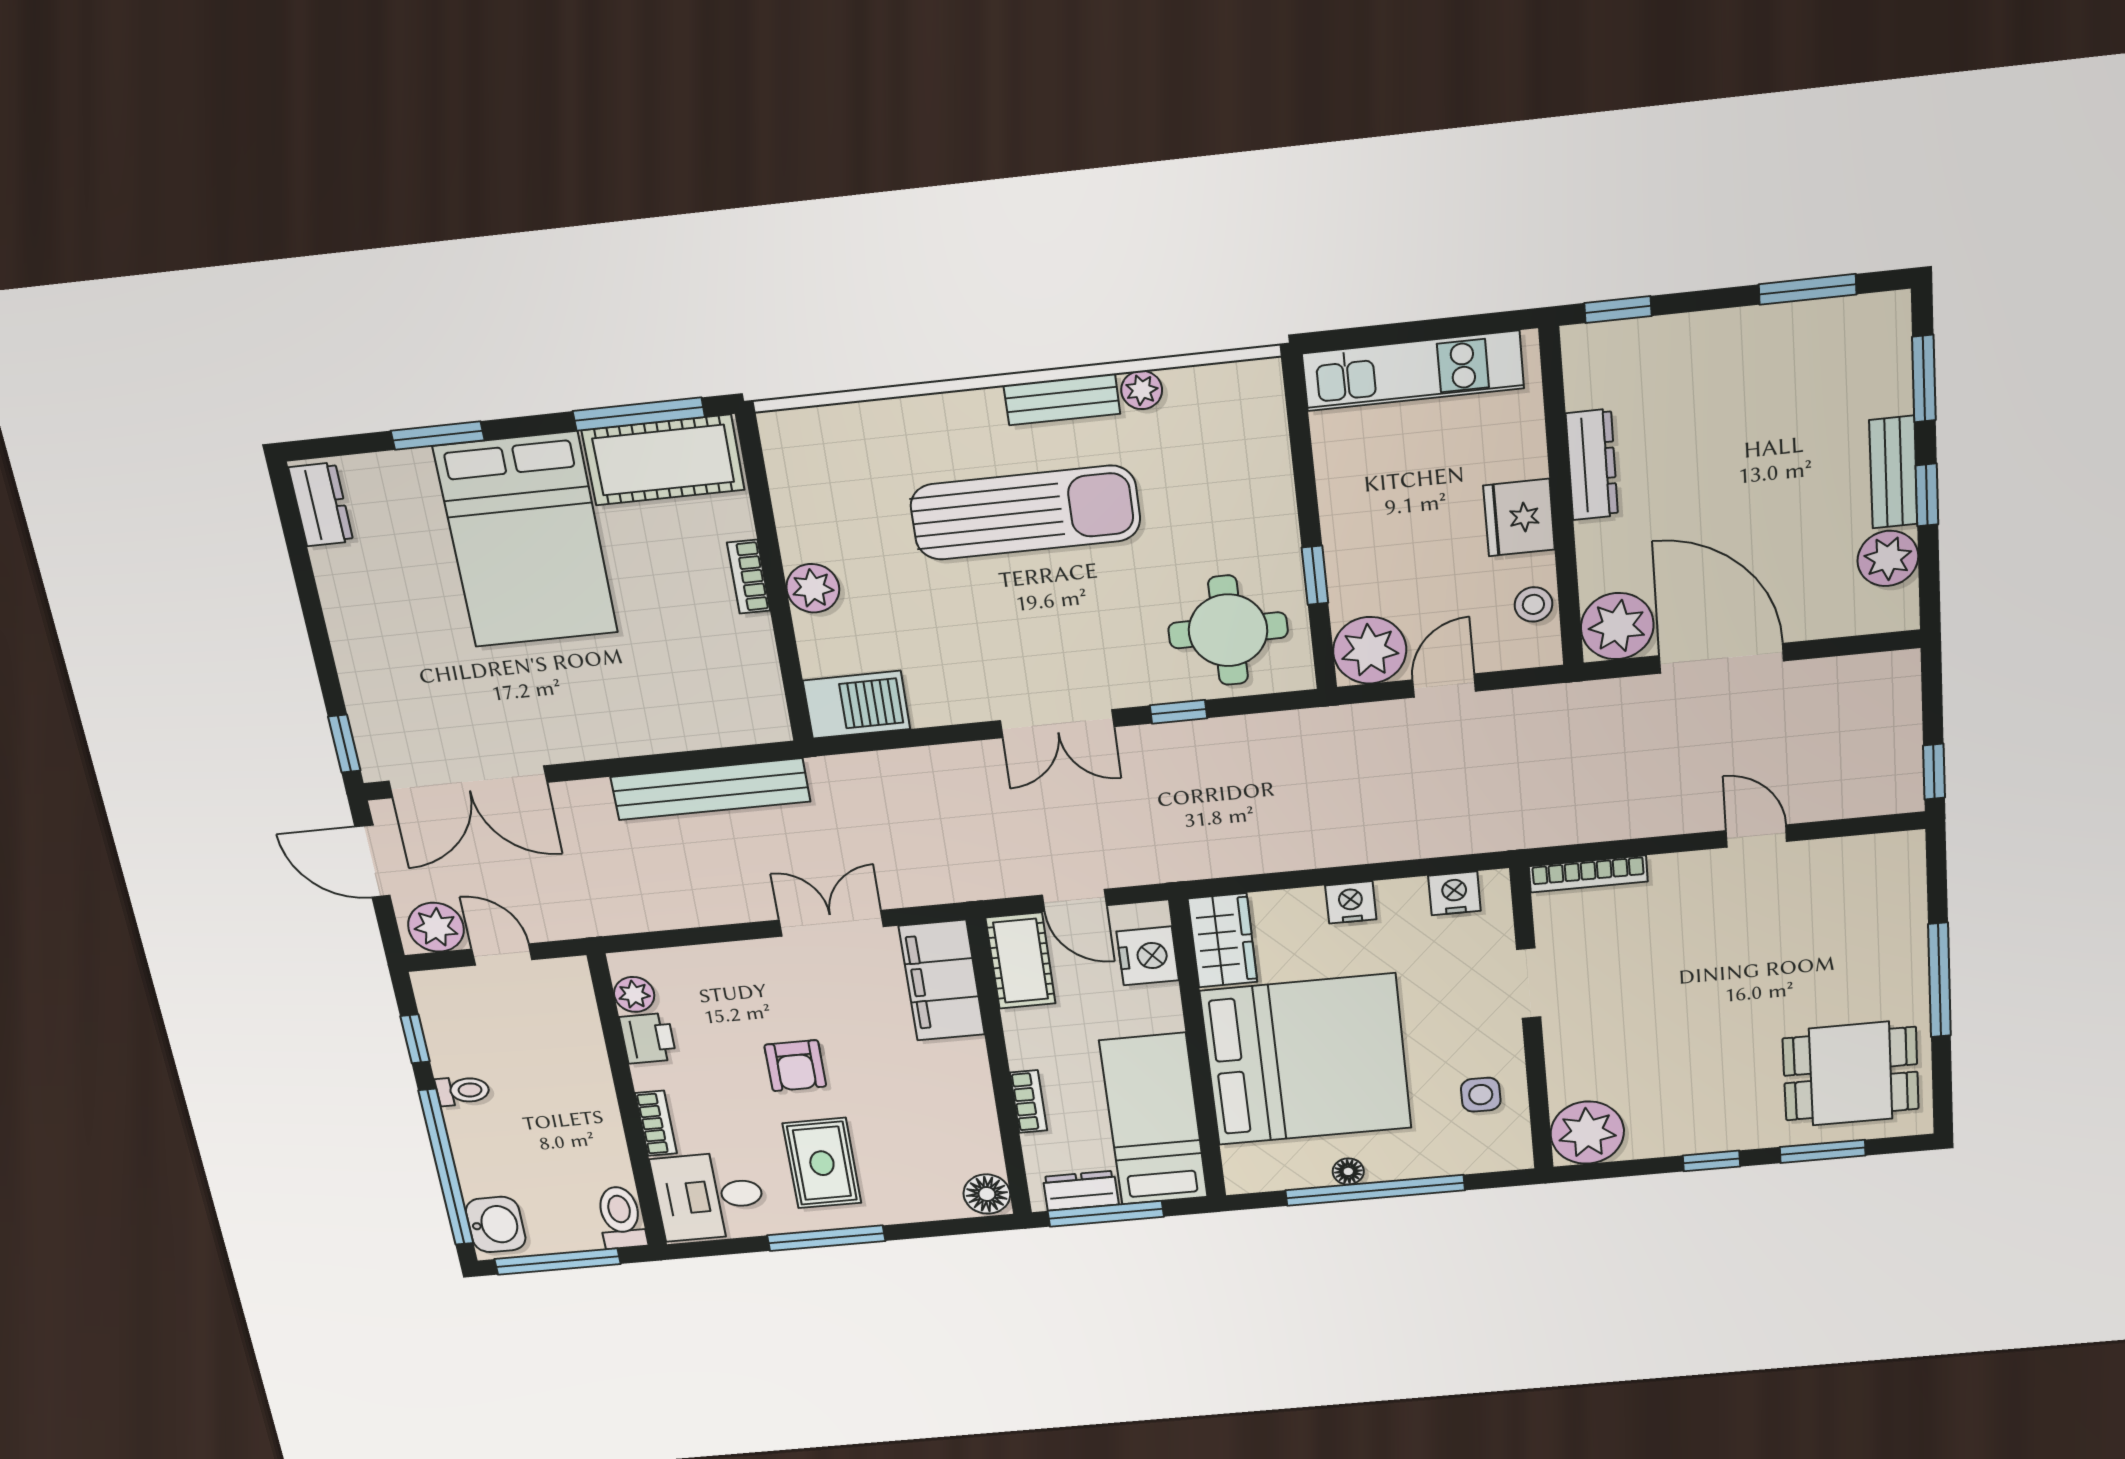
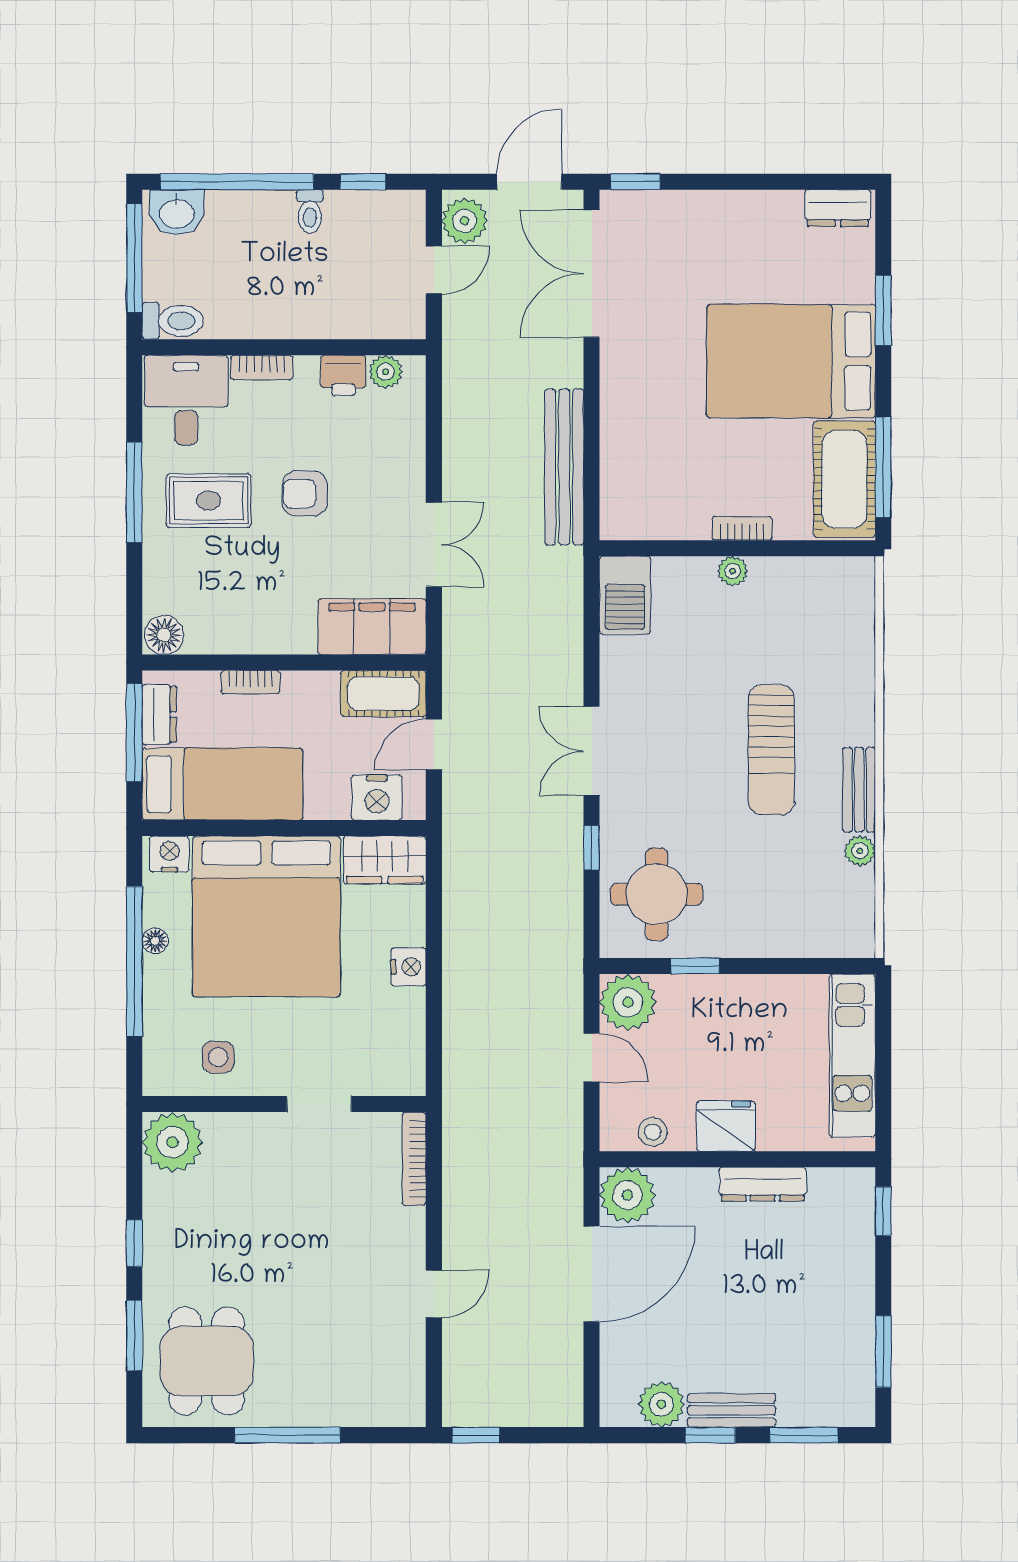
sun lounger: (1025, 513) -> (771, 750), width x0.73, depth x0.75
plant: (813, 588) -> (733, 571), width x0.73, depth x0.73
nightstand: (1454, 893) -> (169, 854), moved, turned -90

